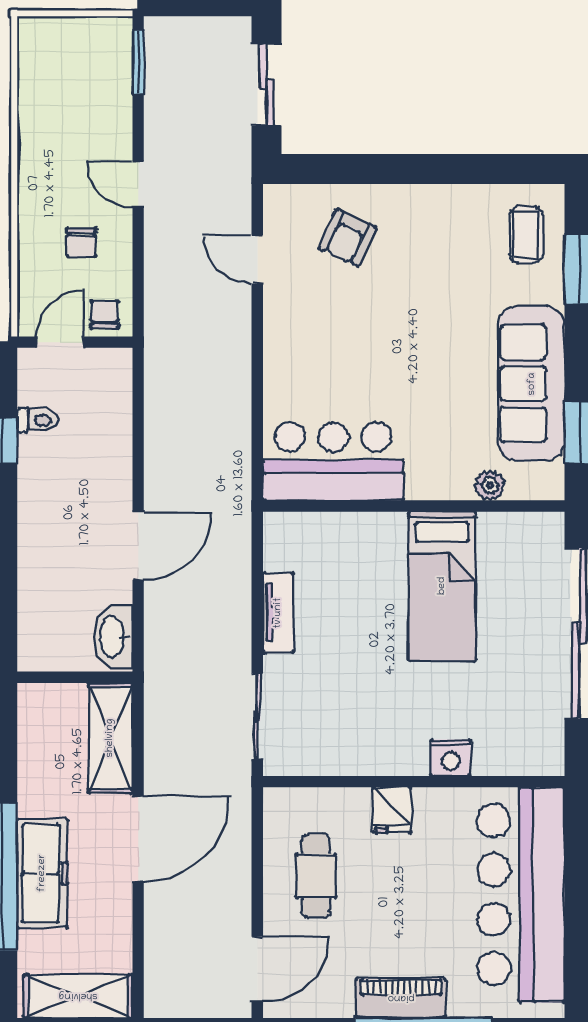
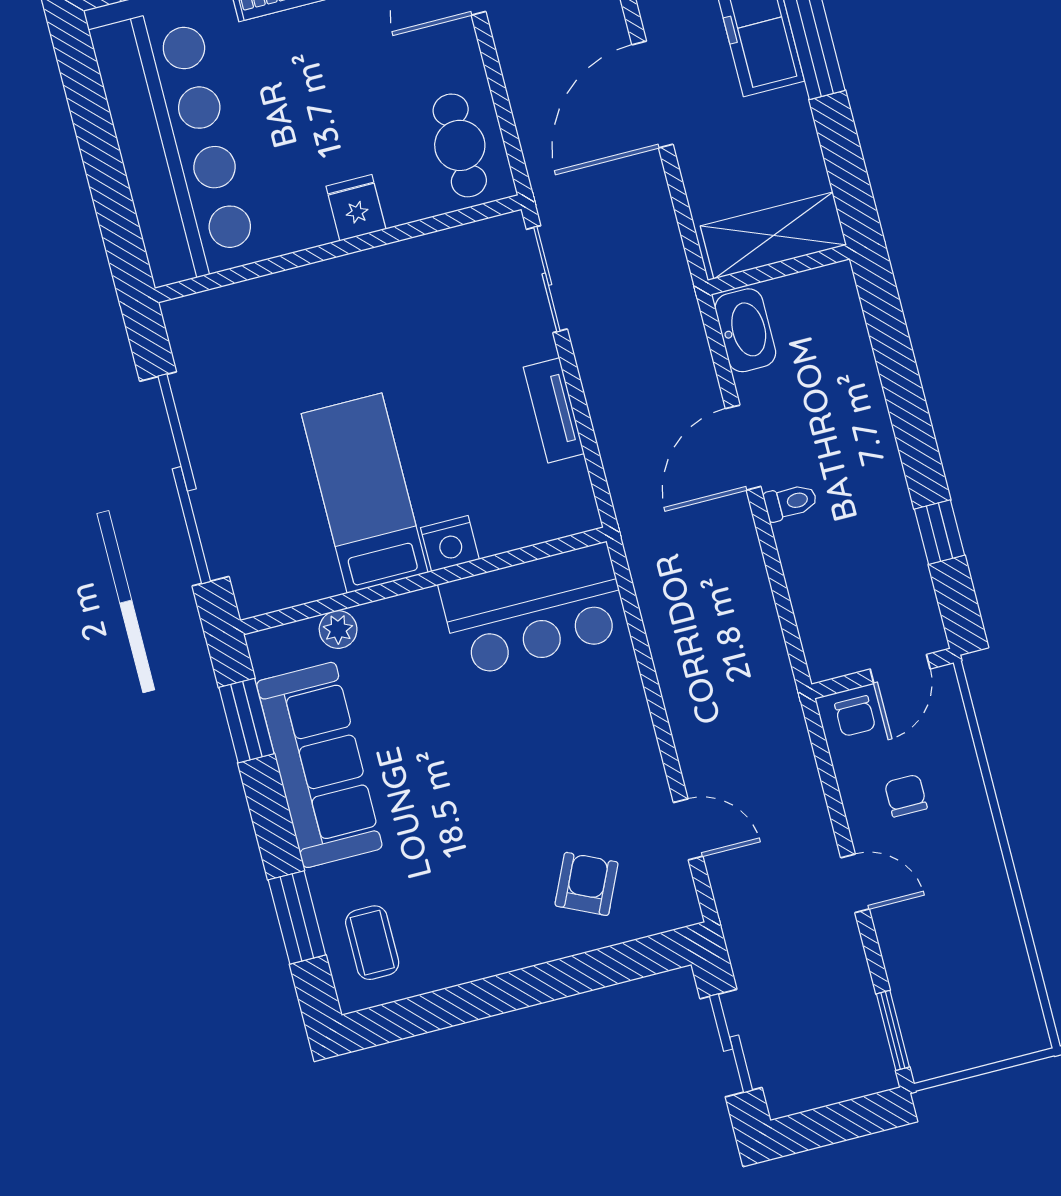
toilet: (37, 420) -> (790, 502), moved, turned 180
shelving: (110, 738) -> (773, 235), moved, turned 90
nightstand: (451, 758) -> (450, 544), moved, turned 180
cafe table: (316, 876) -> (460, 145), moved

